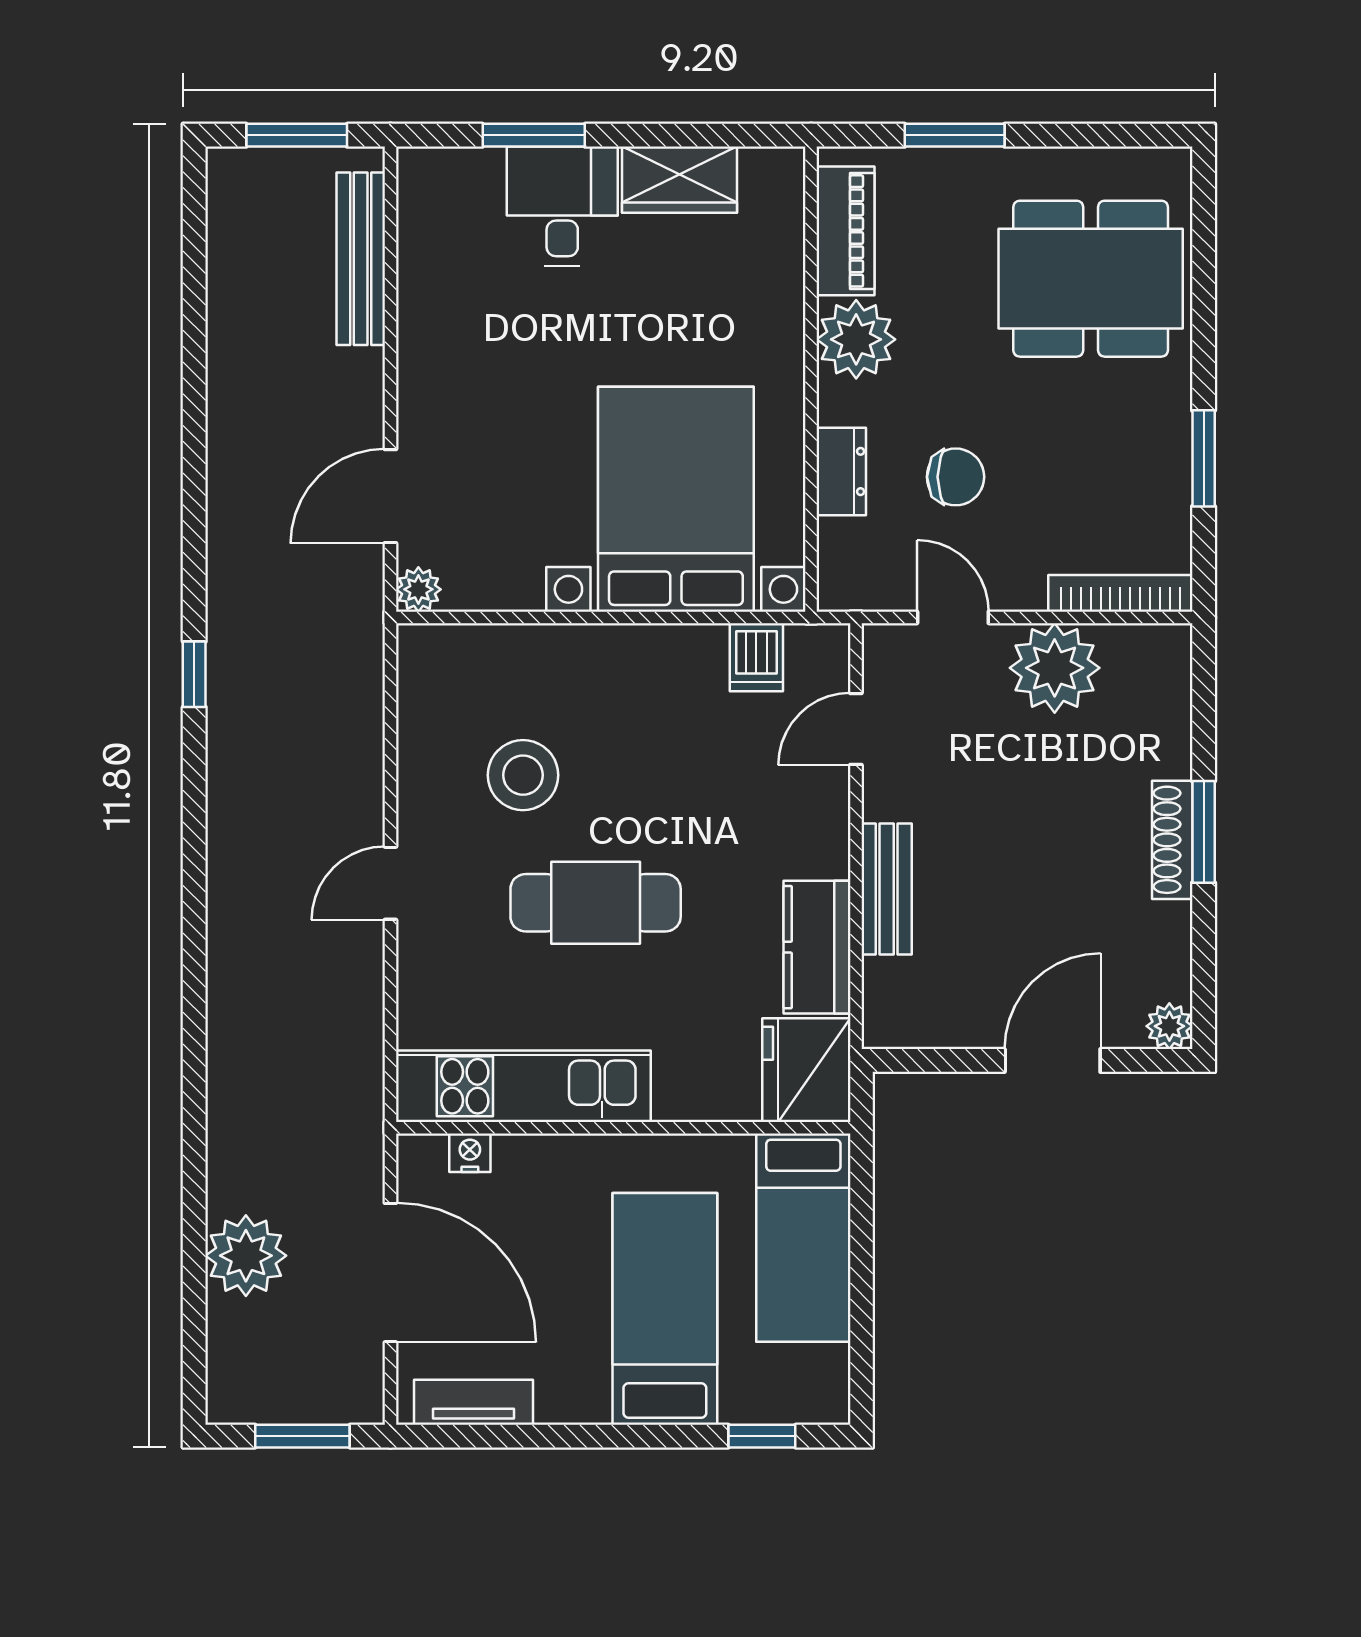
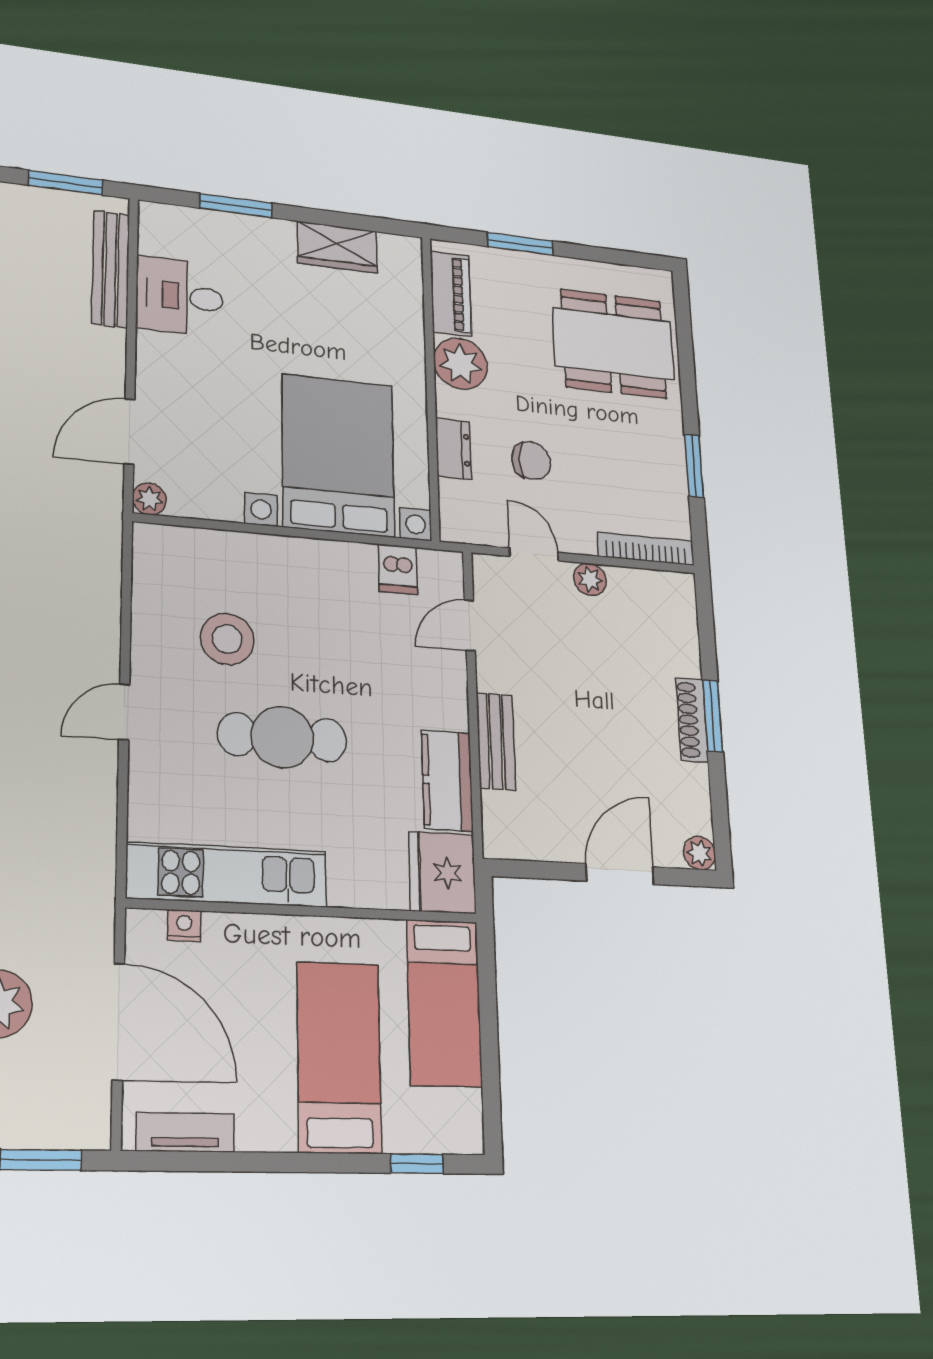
desk: (562, 206) -> (180, 296), moved, turned -90
plant: (1055, 668) -> (590, 579), width x0.53, depth x0.53

